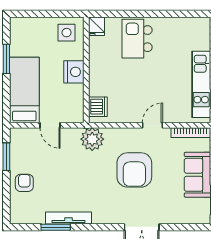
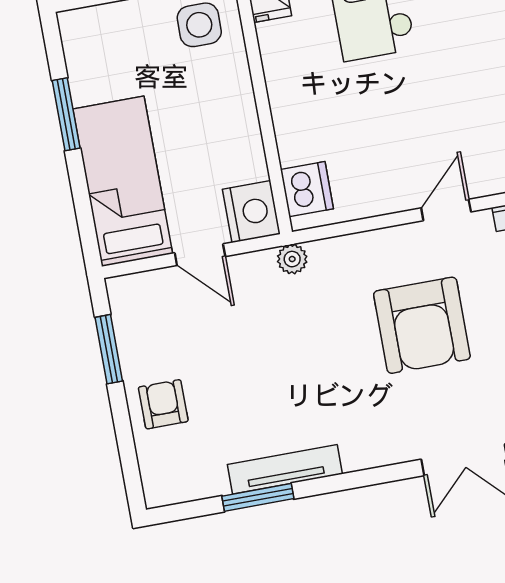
nightstand: (74, 72) -> (251, 212), moved
plant: (92, 139) -> (292, 259), width x0.53, depth x0.53

